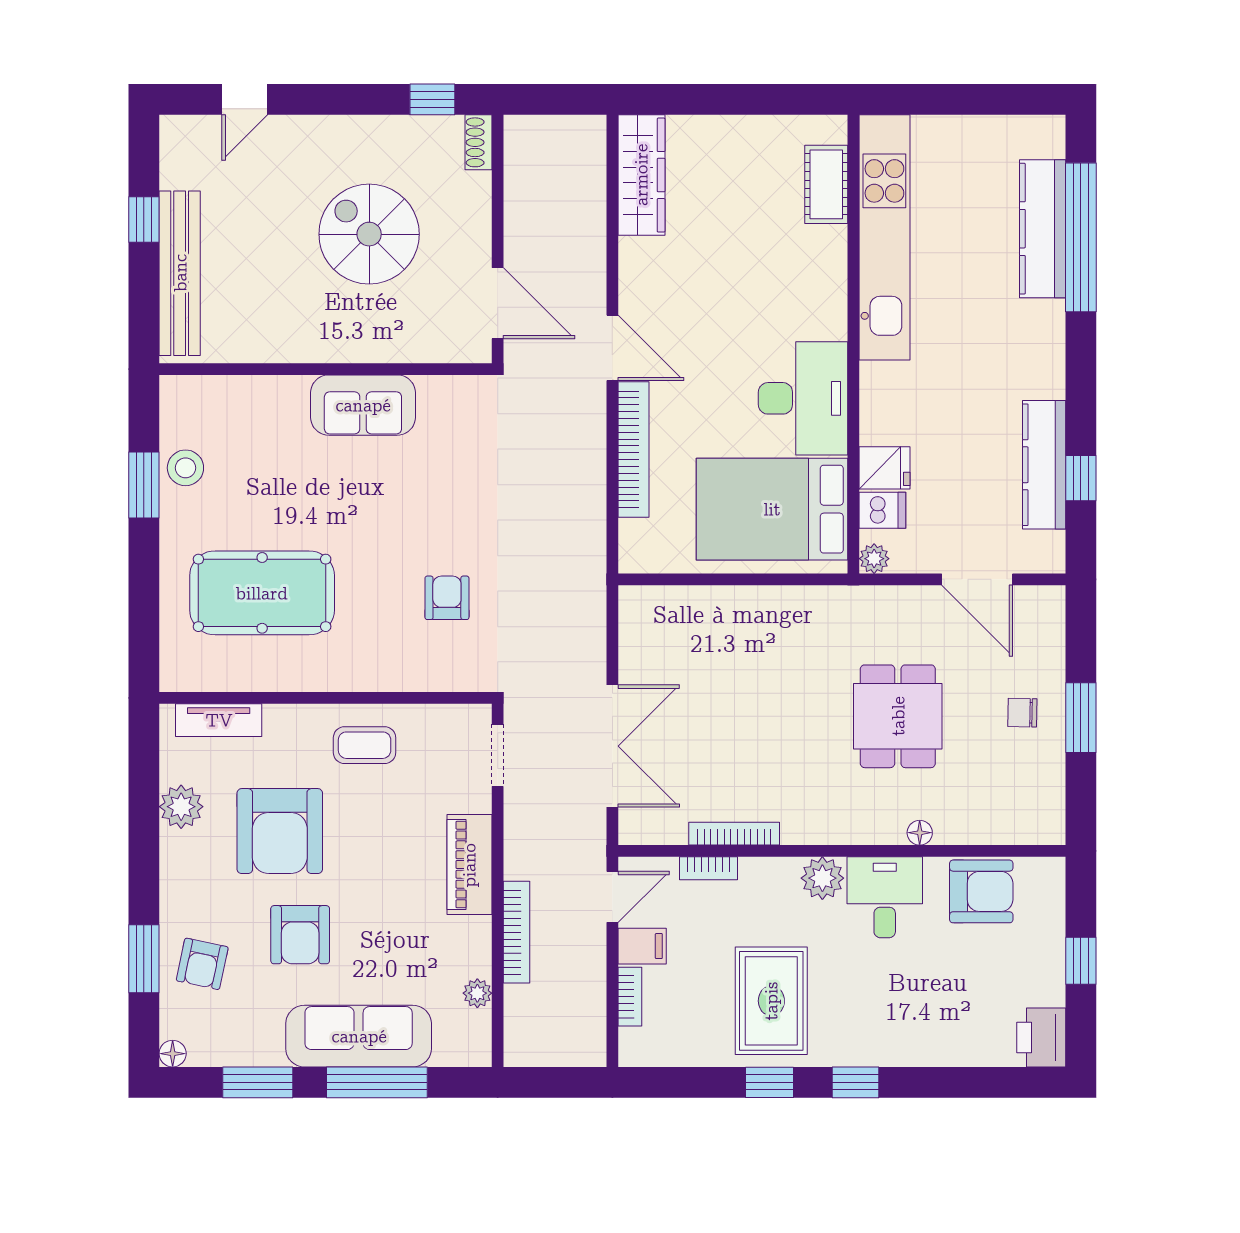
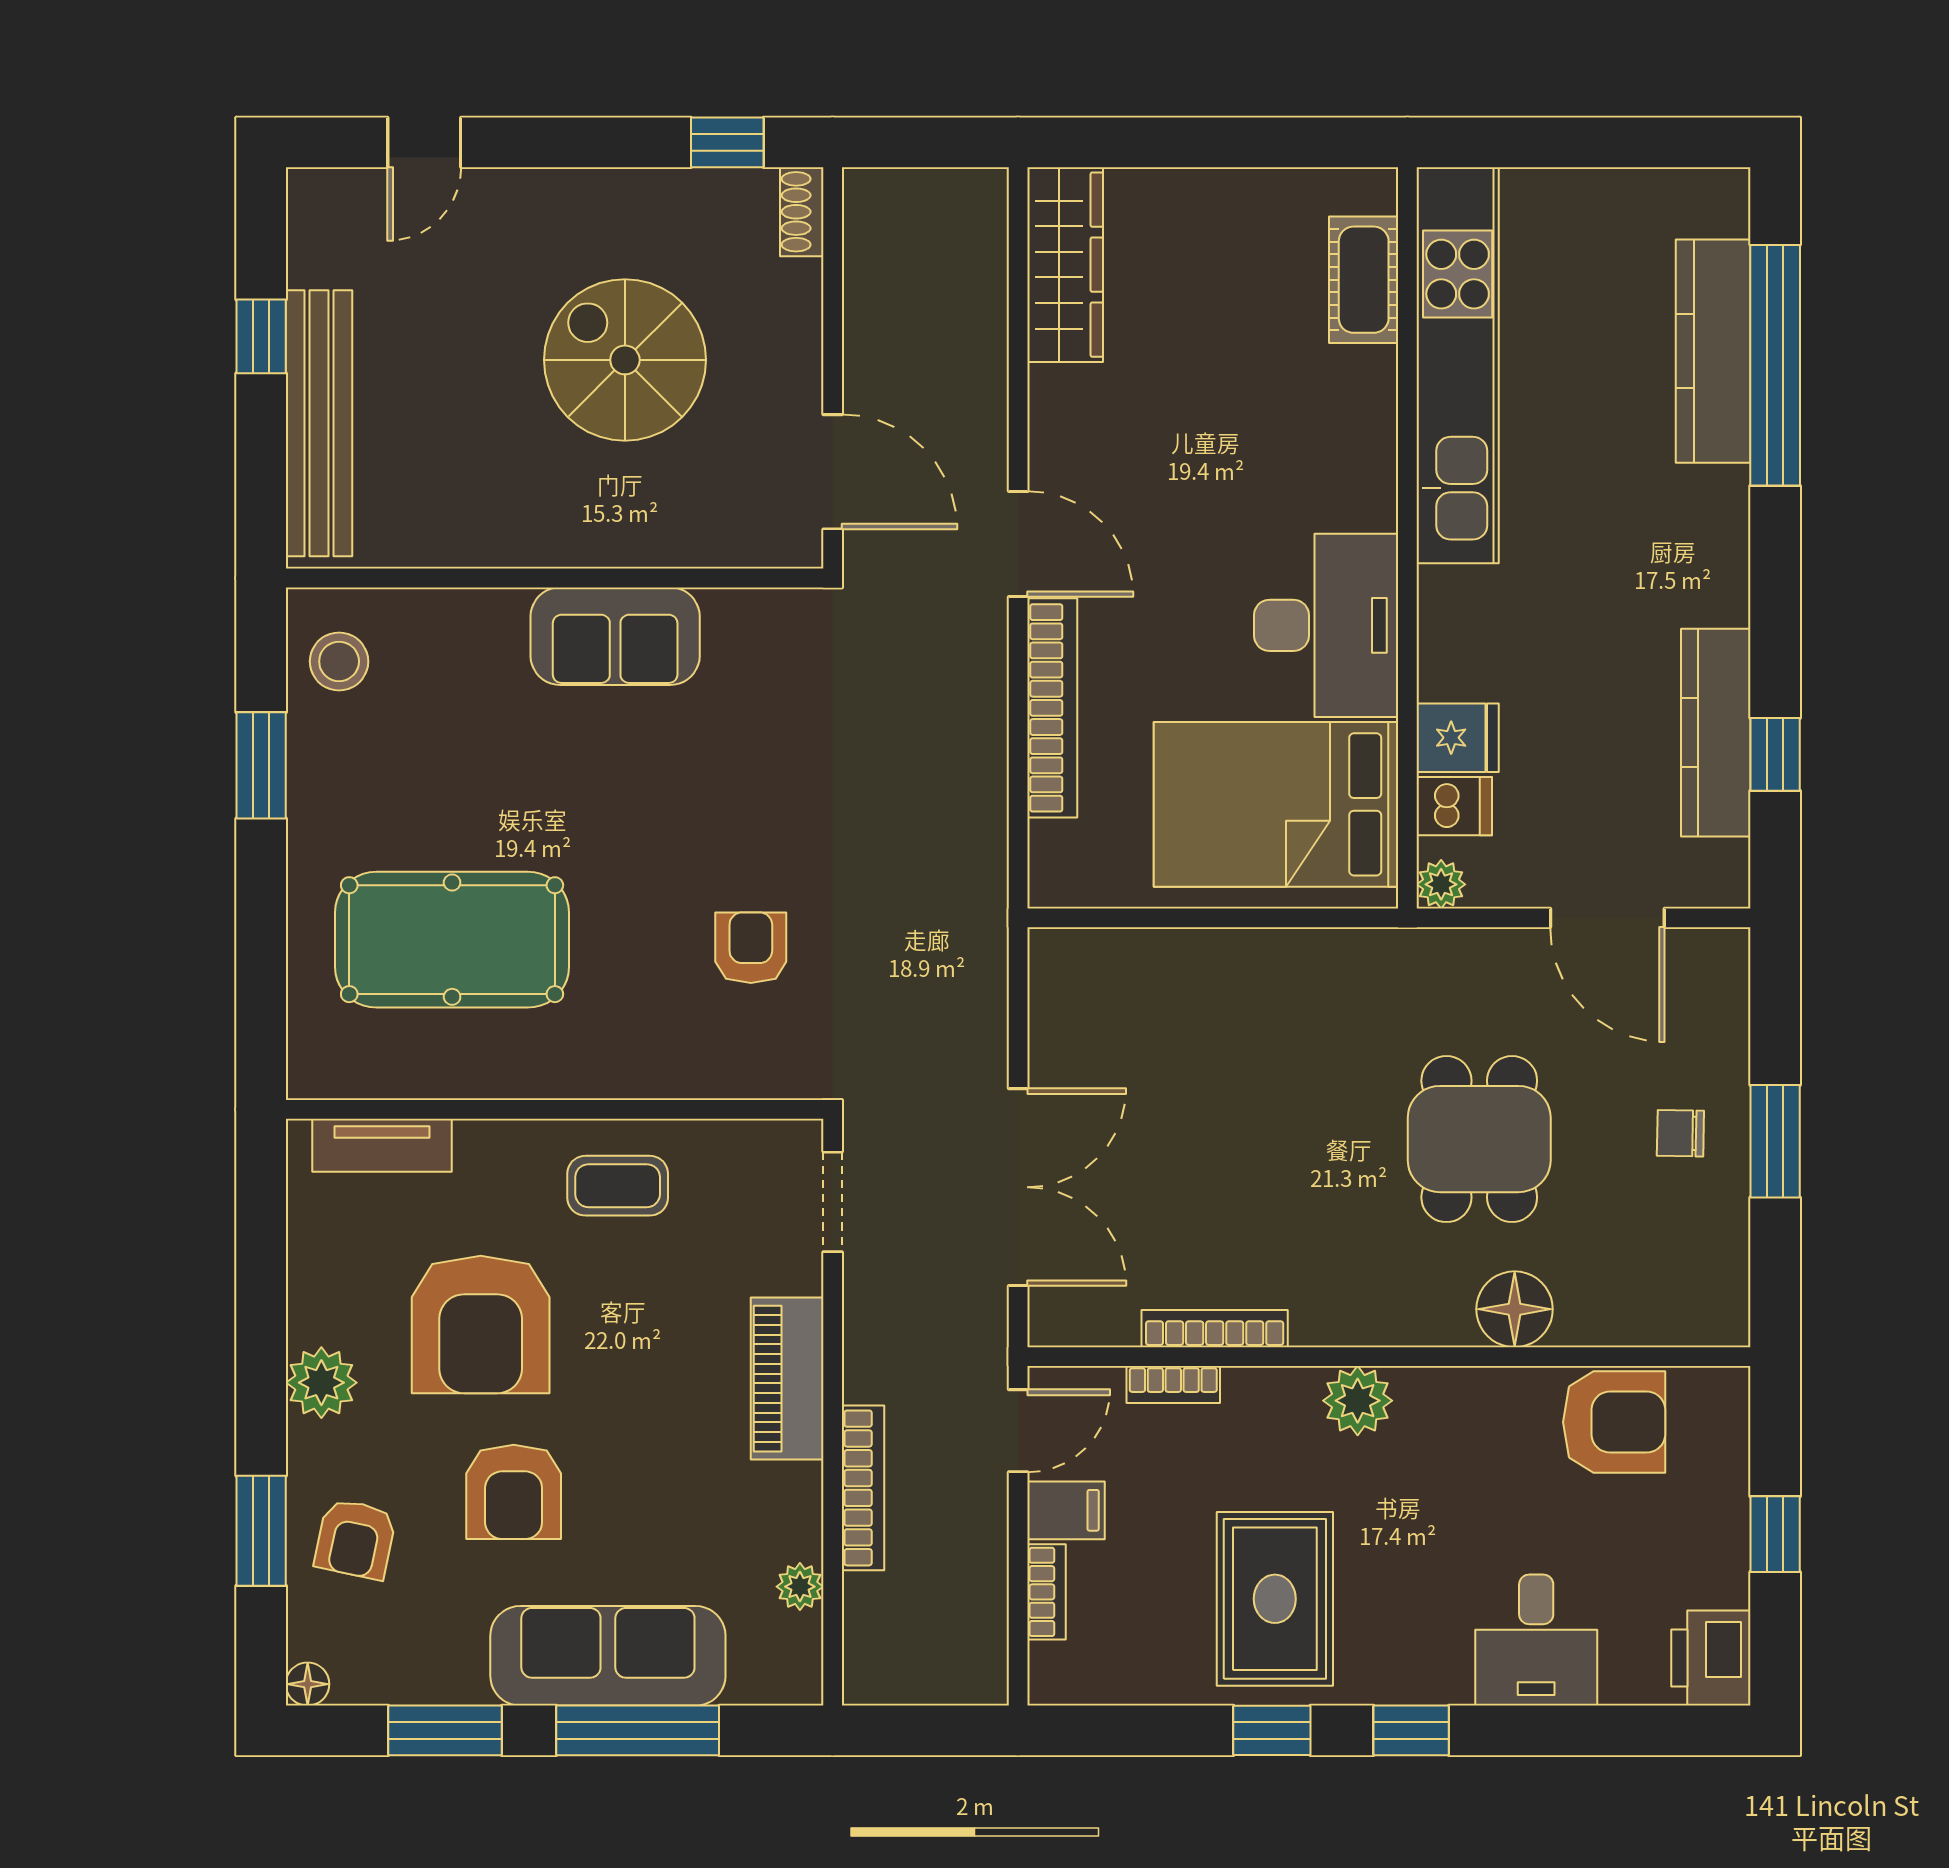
stool: (185, 468) -> (339, 661), moved
plant: (181, 807) -> (321, 1383), moved
floor lamp: (920, 833) -> (1515, 1309), width x1.89, depth x1.89
desk: (885, 897) -> (1536, 1640), moved, turned 180

